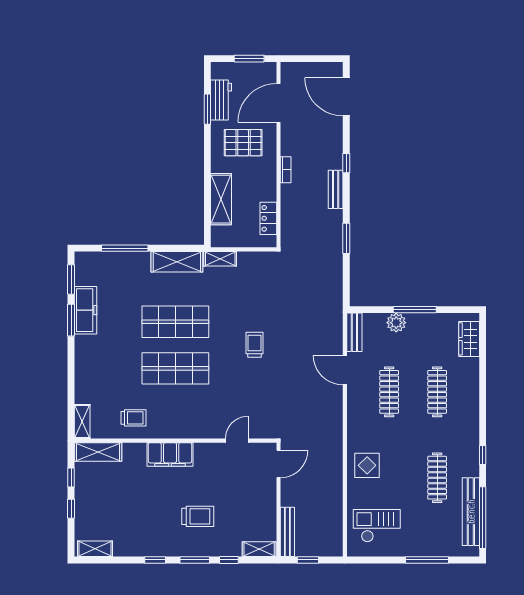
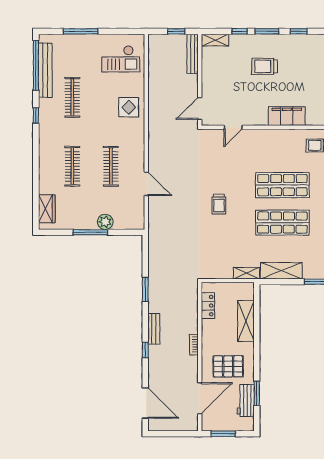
bench: (354, 332) -> (139, 214), removed

